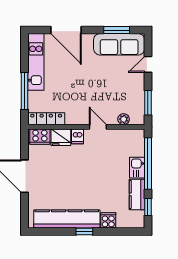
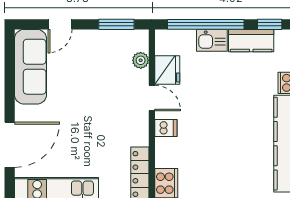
window: (117, 30) -> (10, 70), removed
door: (148, 64) -> (60, 24), hinge flipped
door: (98, 127) -> (152, 98), swing flipped
fridge: (61, 137) -> (167, 70), moved

